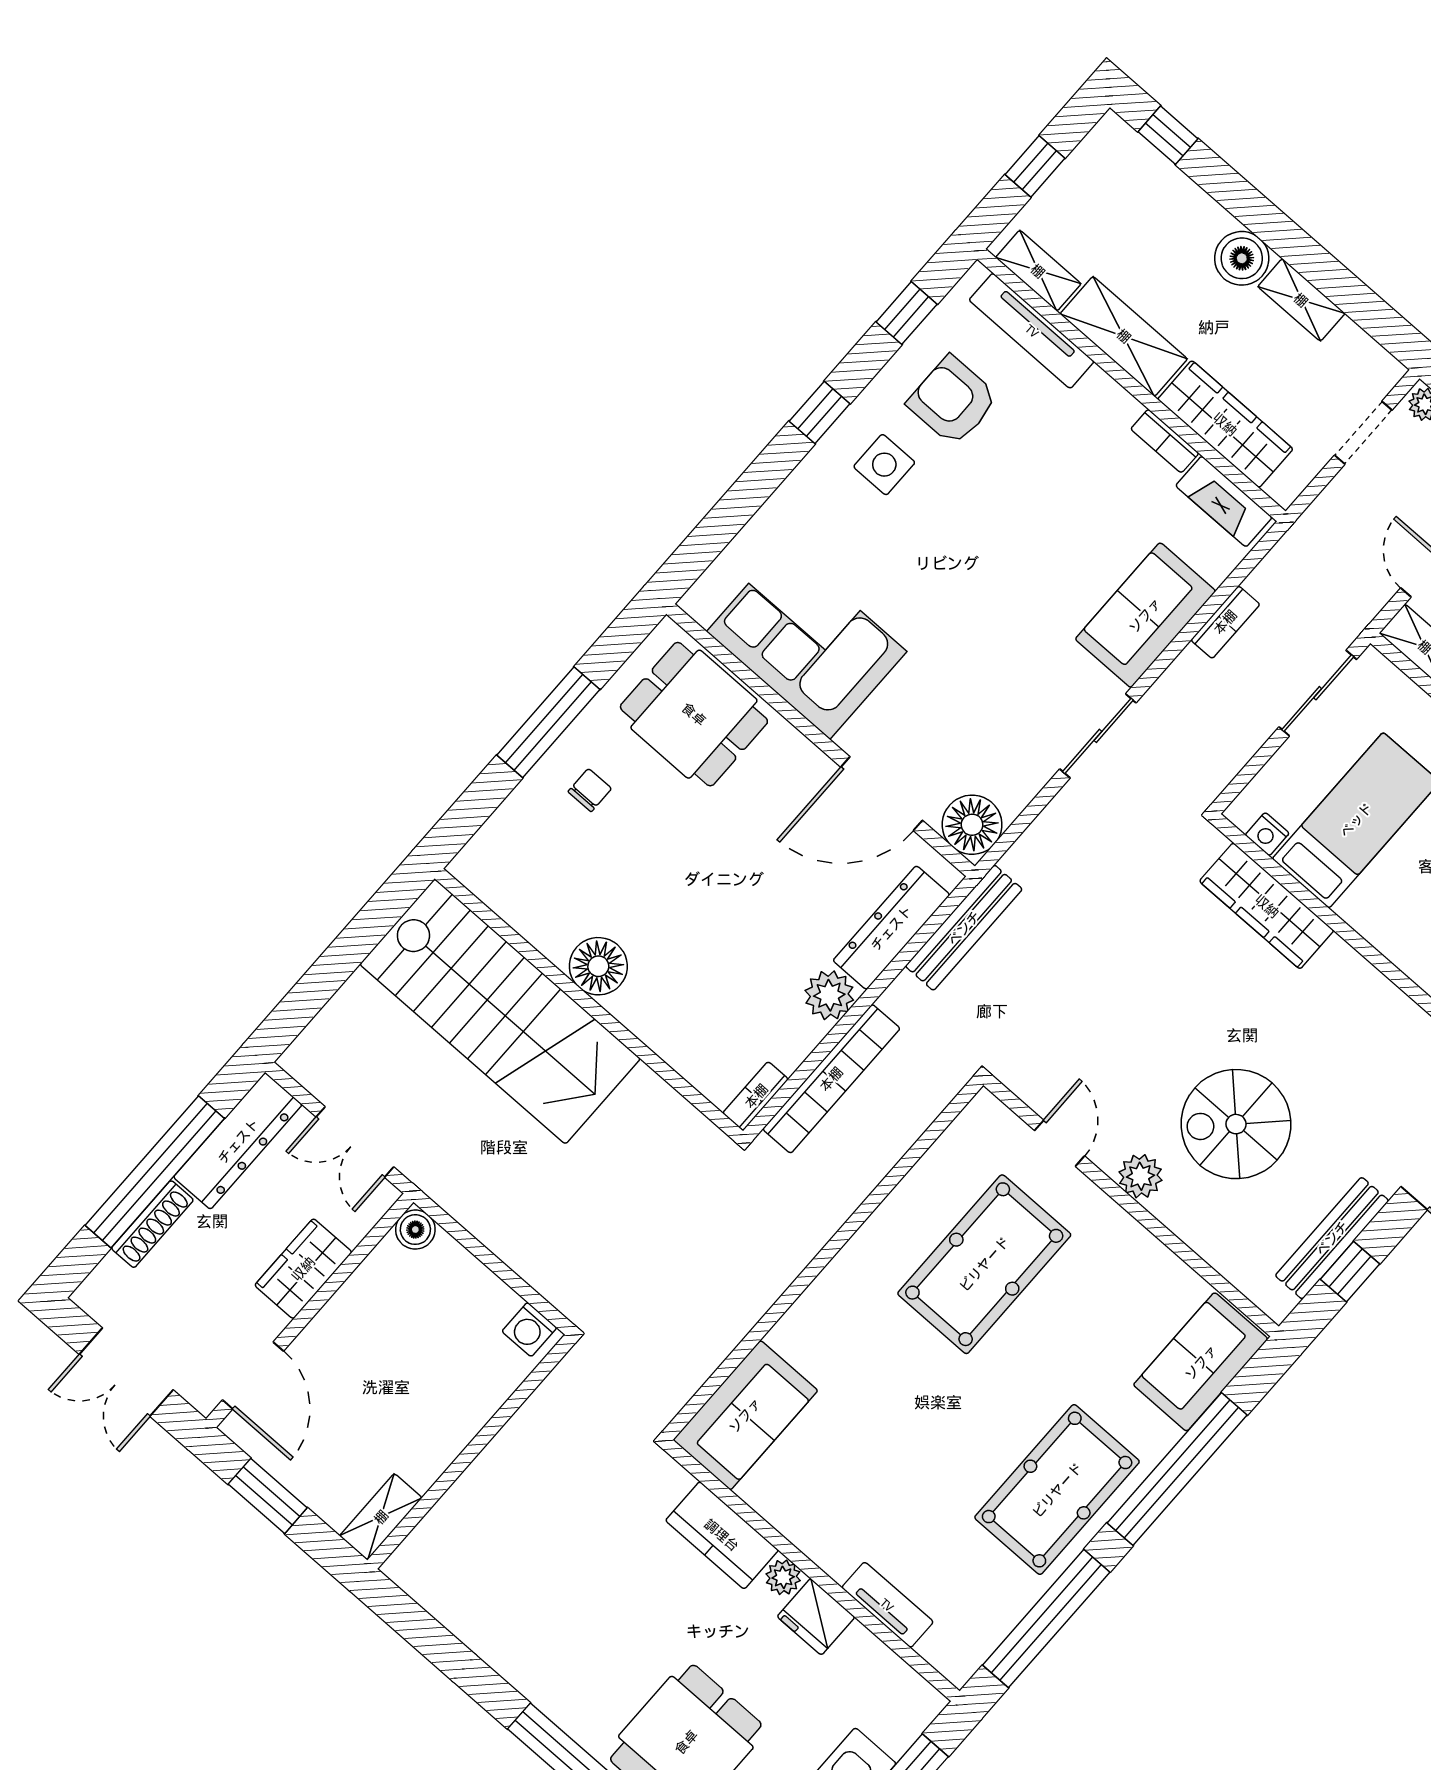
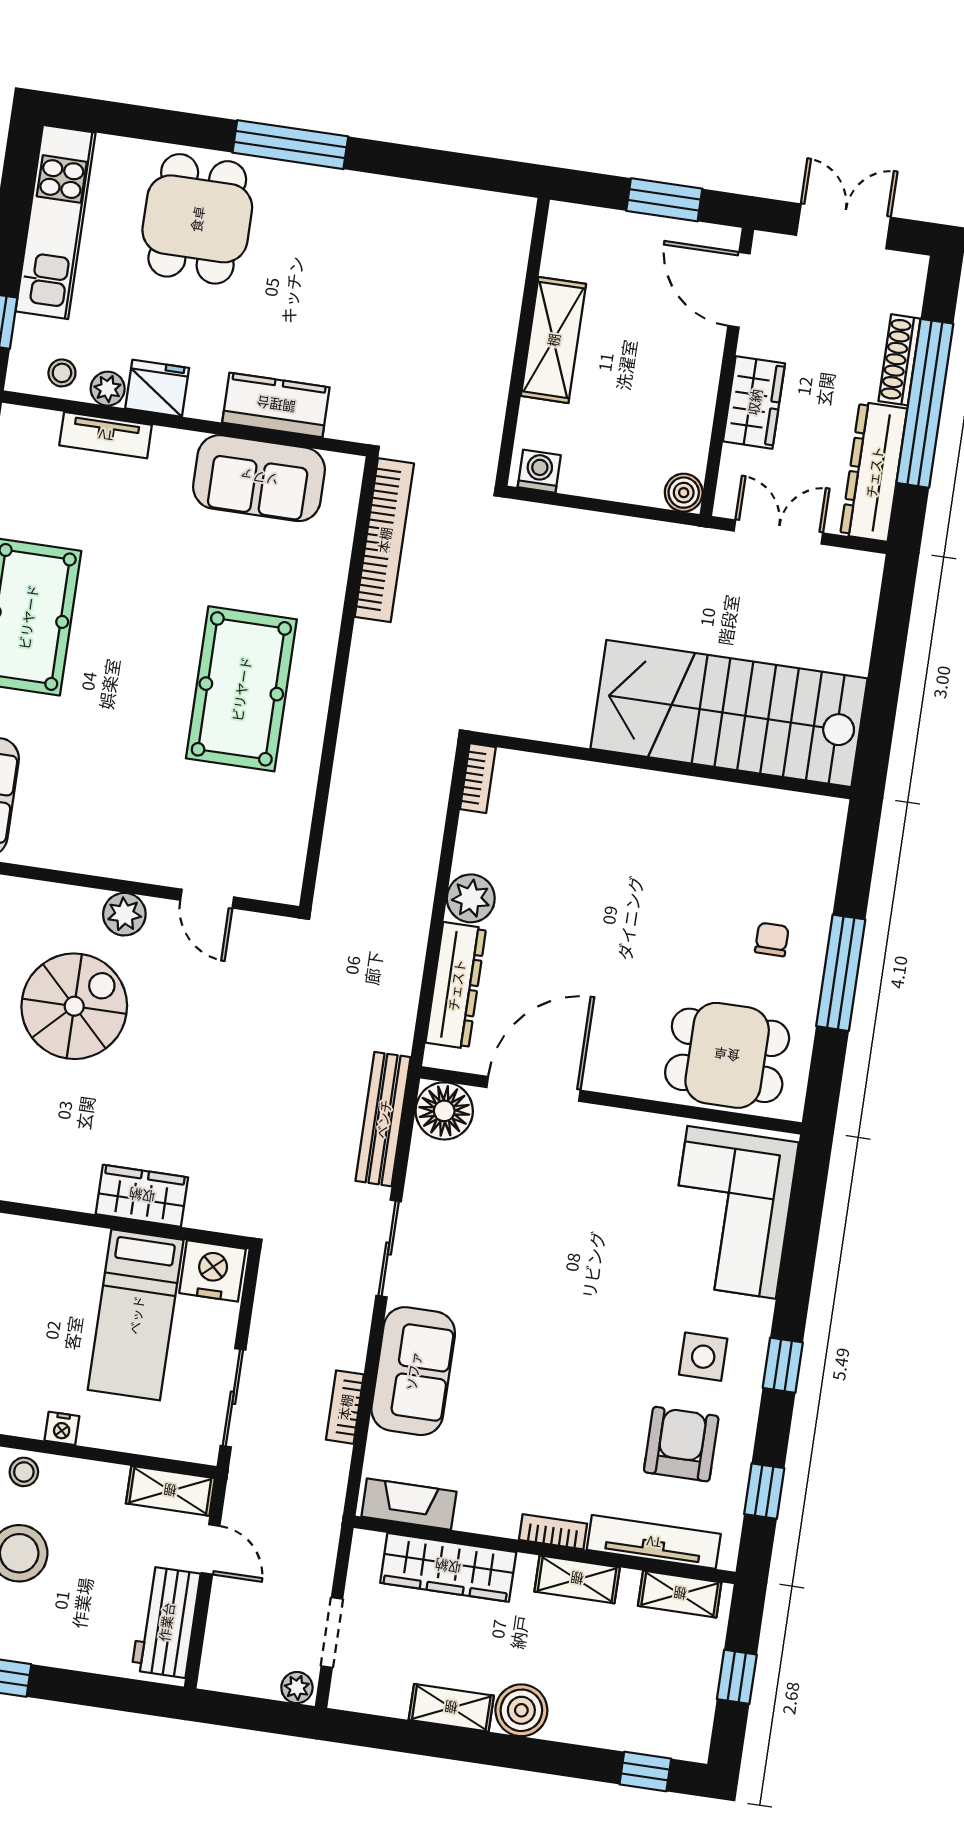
shelving: (1124, 336) -> (577, 1579), width x0.67, depth x0.75
armchair: (953, 401) -> (681, 1444), turned -90
bookcase: (1165, 441) -> (553, 1532), moved
corner sofa: (807, 642) -> (732, 1212), moved, turned 90
chair: (590, 790) -> (772, 939), turned 180
nightstand: (1267, 834) -> (212, 1271), width x1.89, depth x1.79
wardrobe: (1267, 906) -> (142, 1196), width x0.67
bench: (964, 928) -> (383, 1119), moved
floor lamp: (598, 966) -> (673, 801), removed
bookcase: (831, 1079) -> (384, 540), moved, turned 180
pool table: (984, 1264) -> (241, 689), moved
sofa: (745, 1415) -> (259, 478), moved, turned -90
shelving: (381, 1517) -> (553, 340), moved, width x1.50, depth x1.33
plant: (783, 1577) -> (108, 389), moved
stool: (891, 1684) -> (62, 373), added

